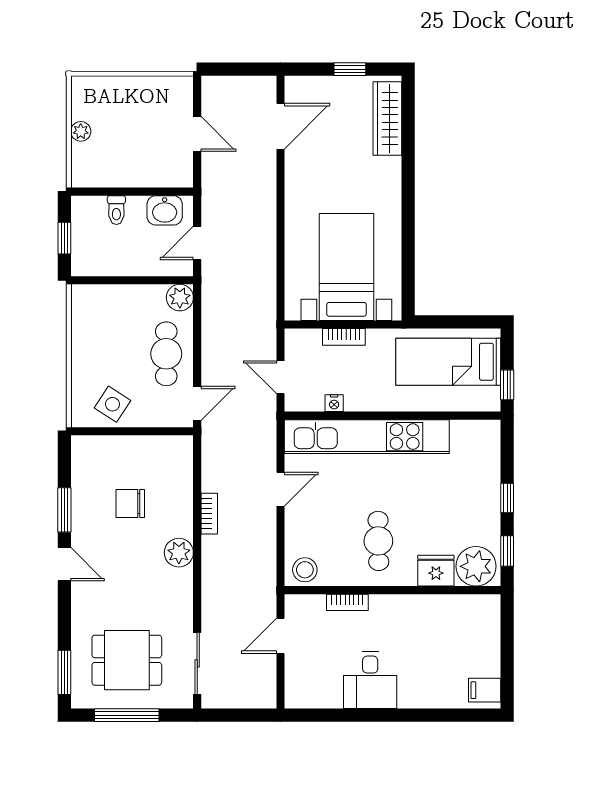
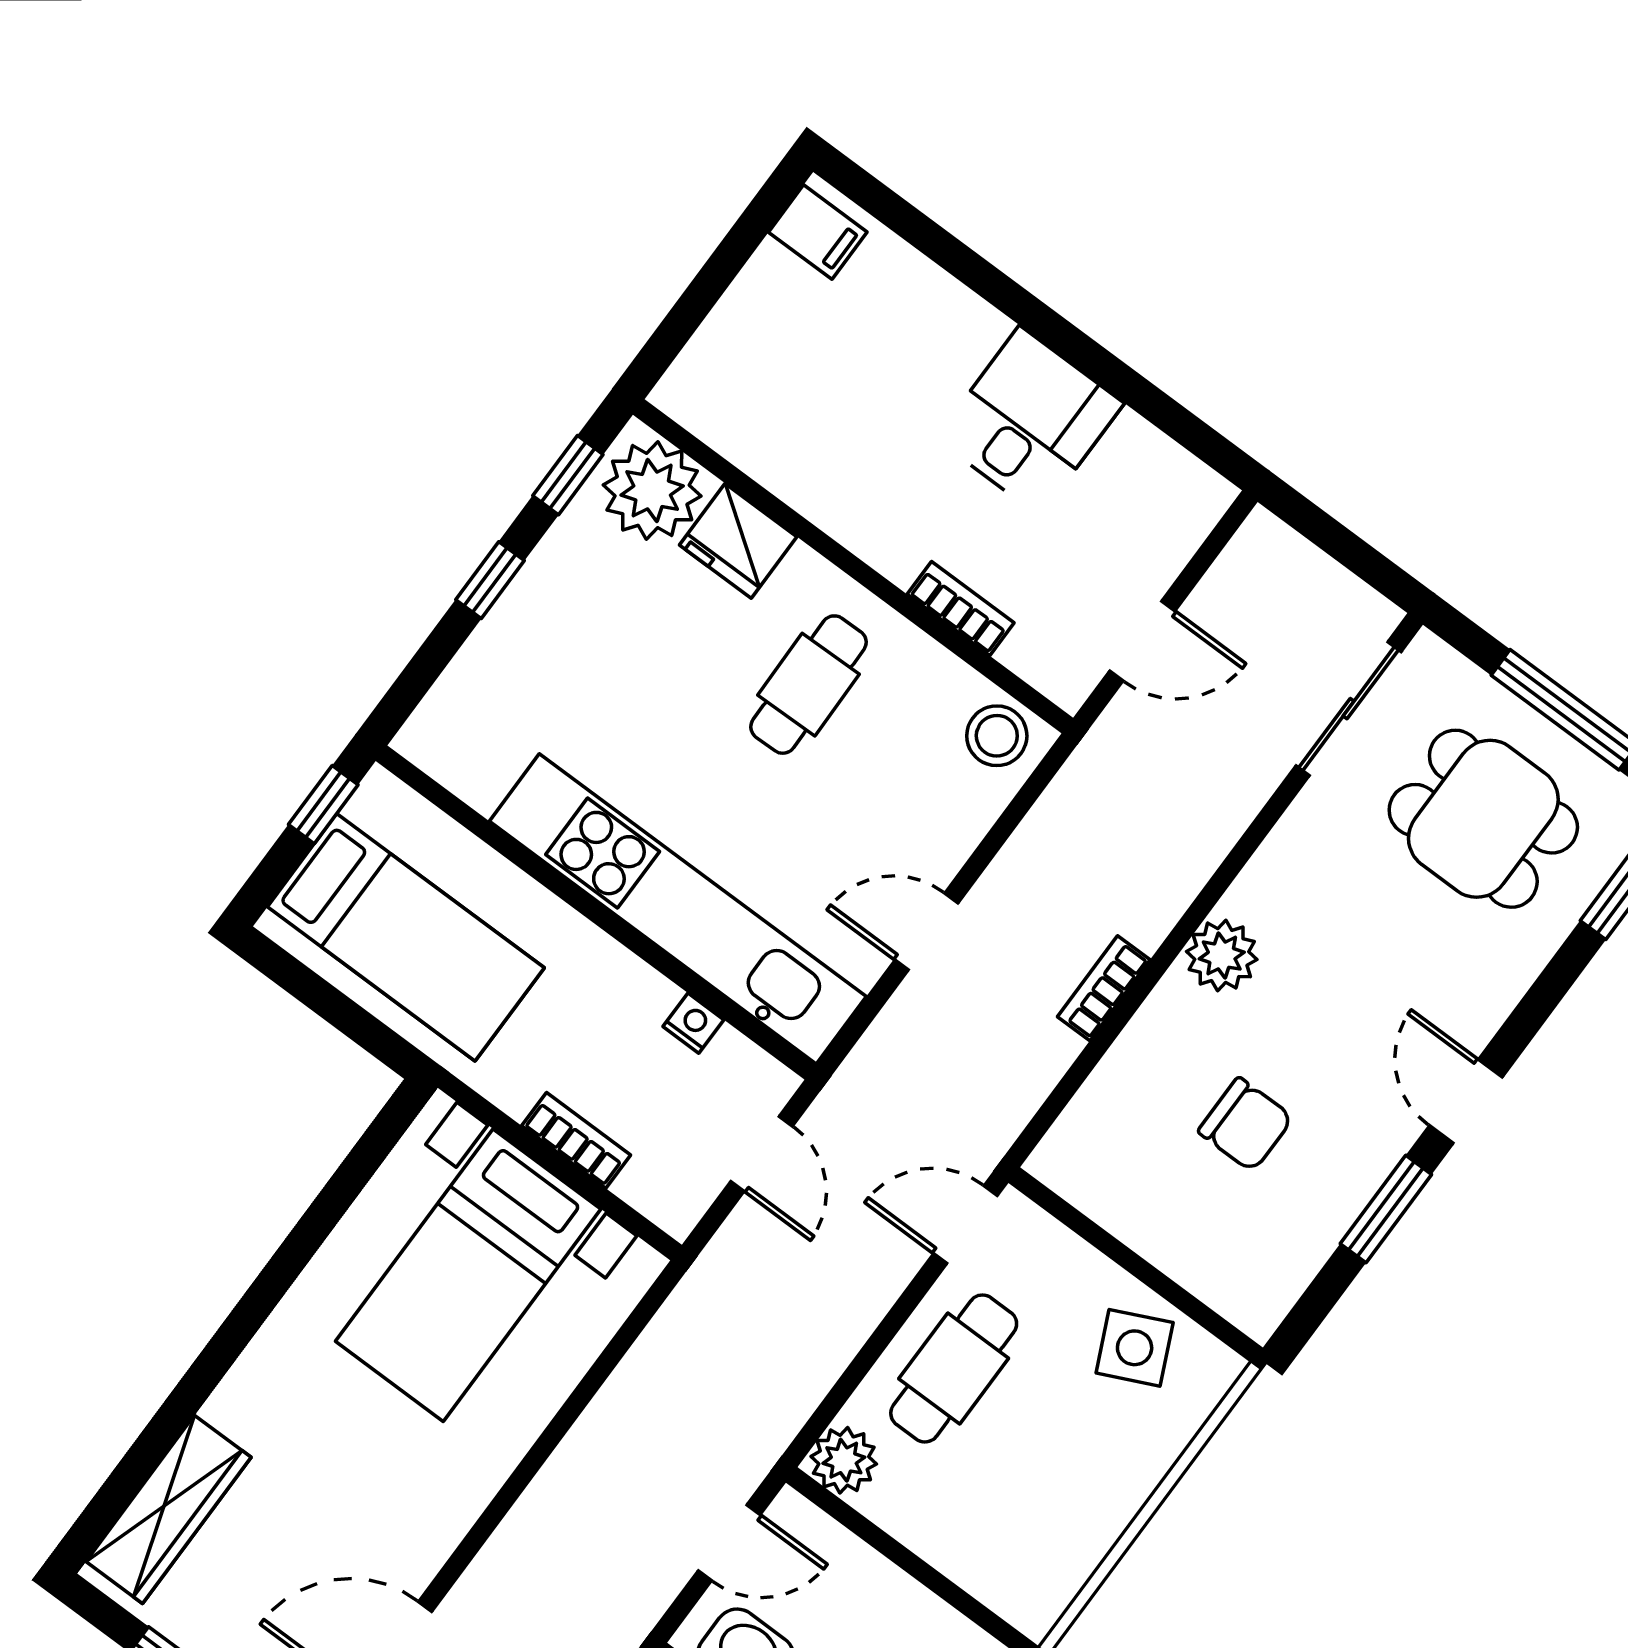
side table: (112, 404) -> (1135, 1348), turned 32

